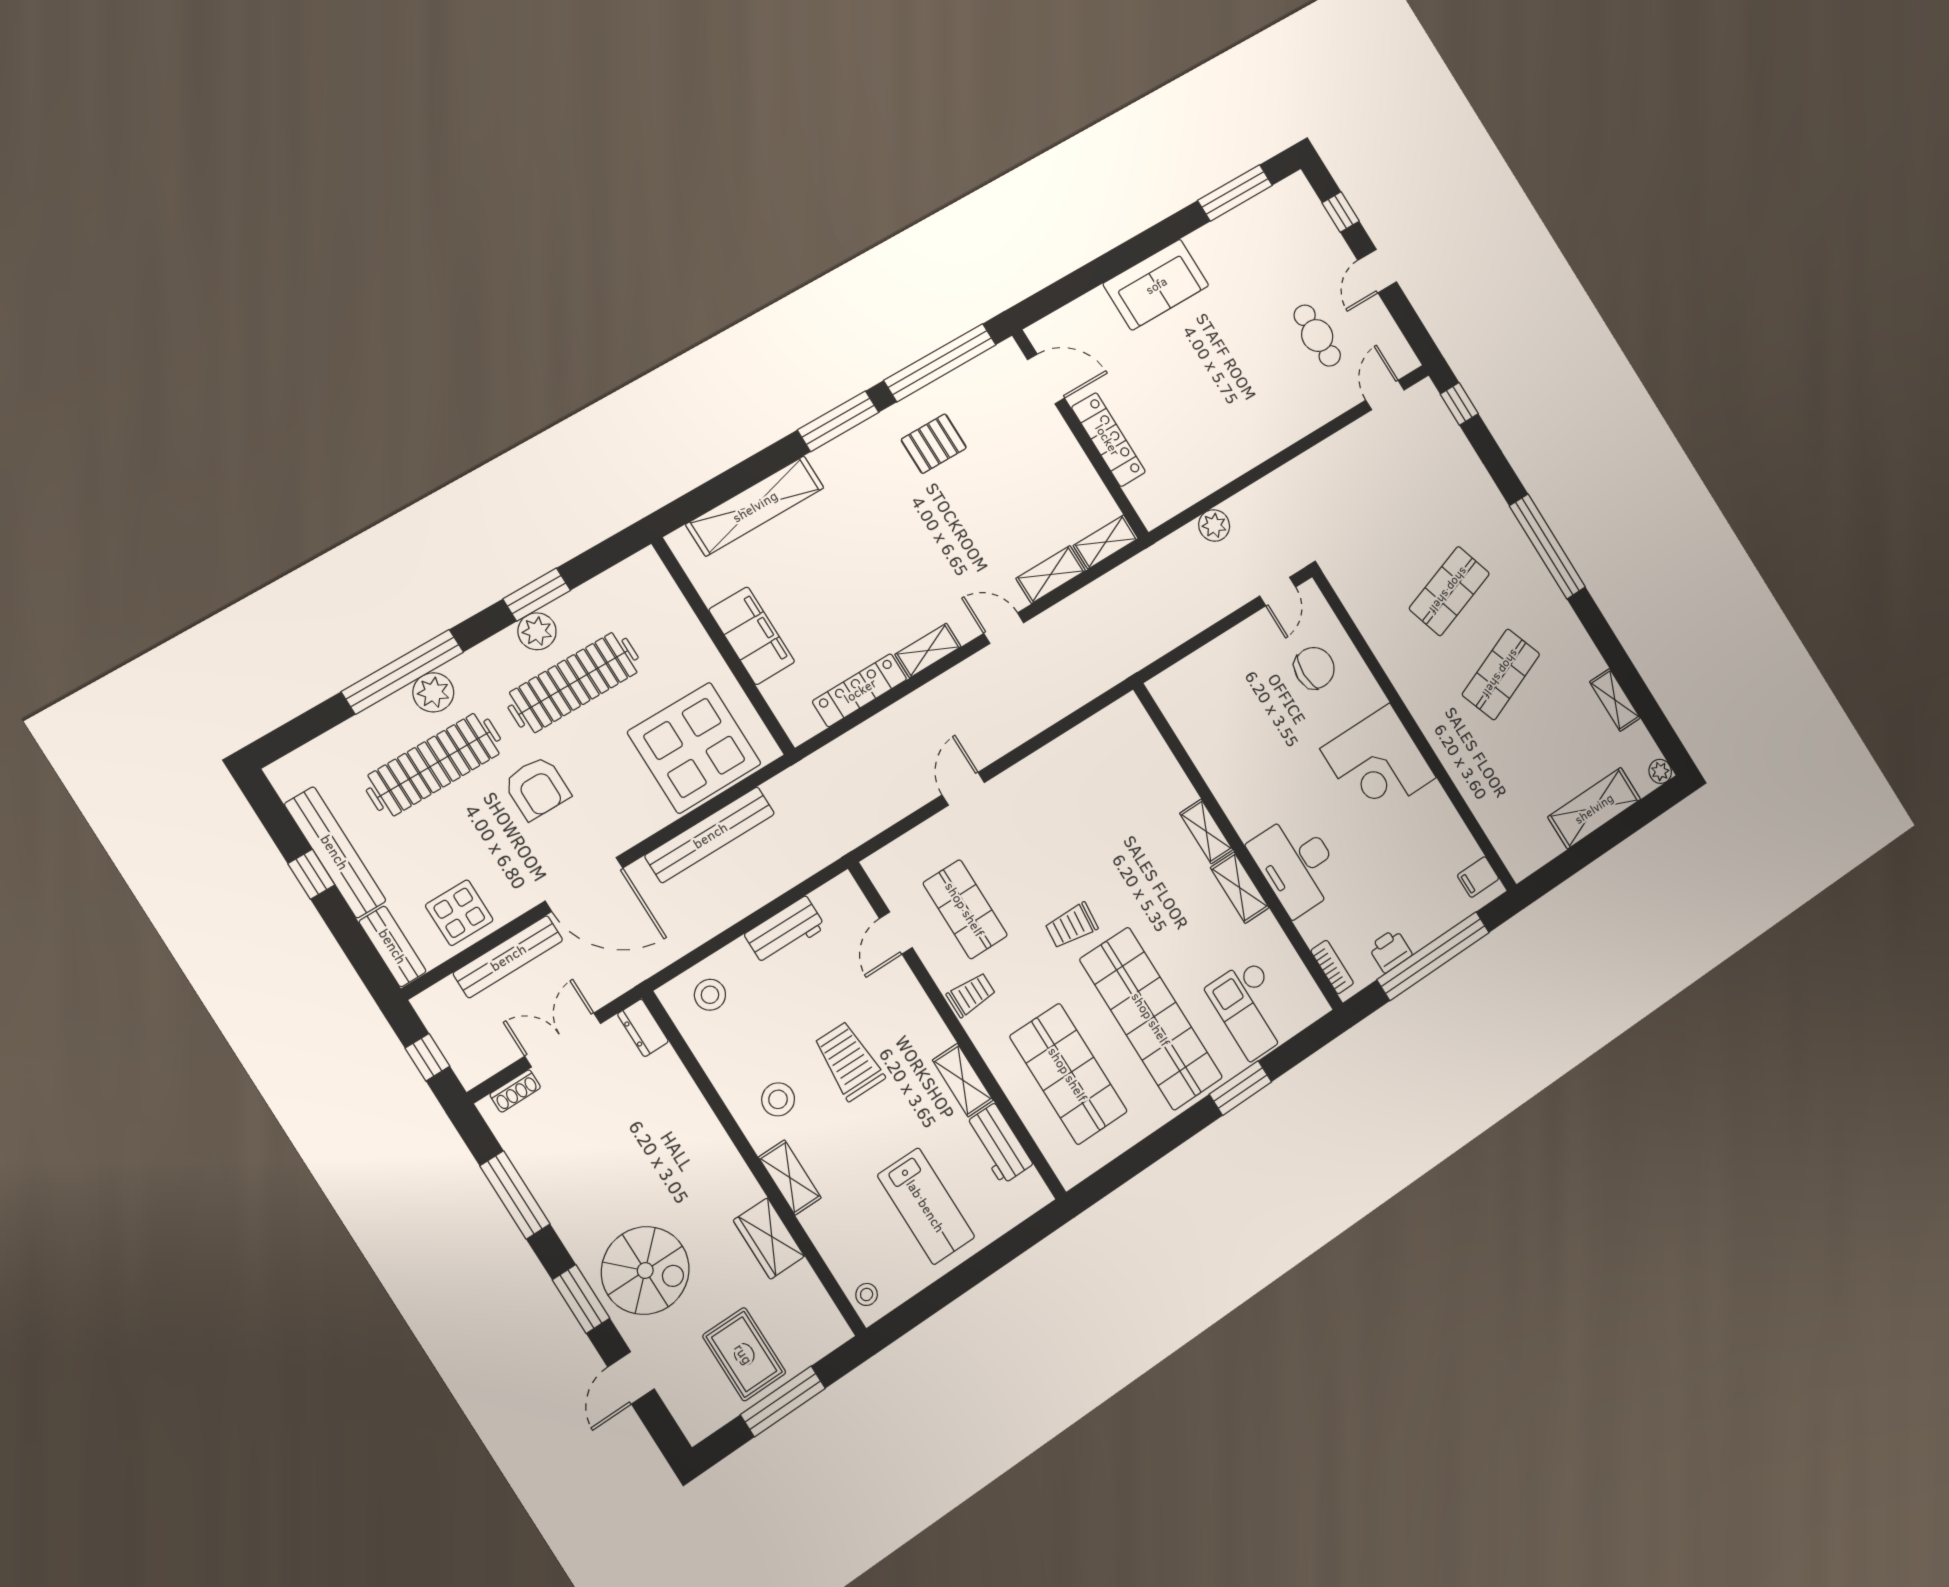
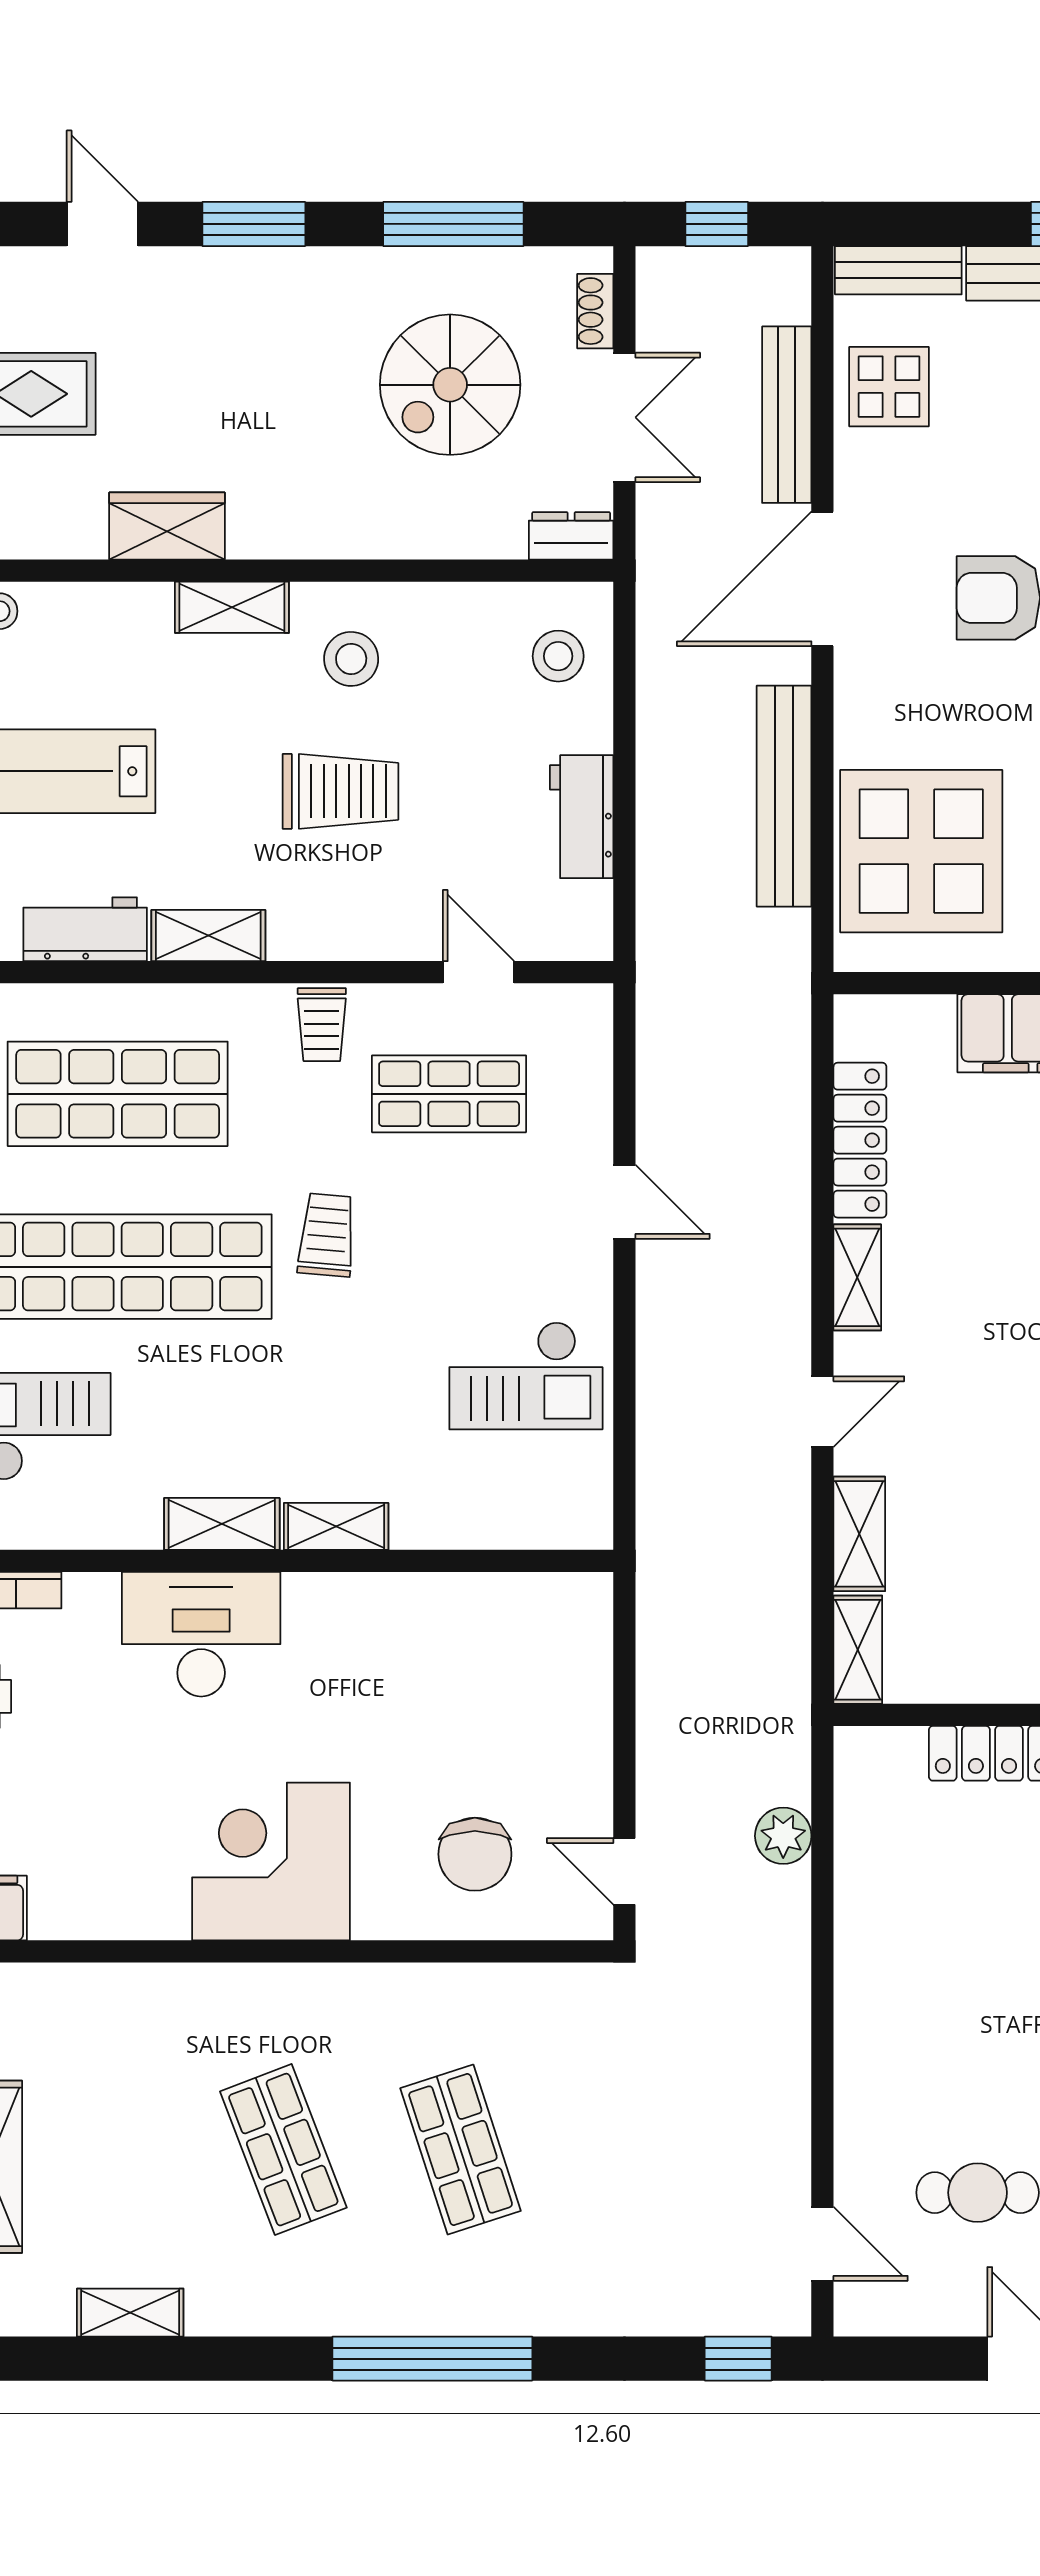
checkout: (1077, 784) -> (526, 1376), added
spiral stairs: (645, 1271) -> (450, 385), moved

